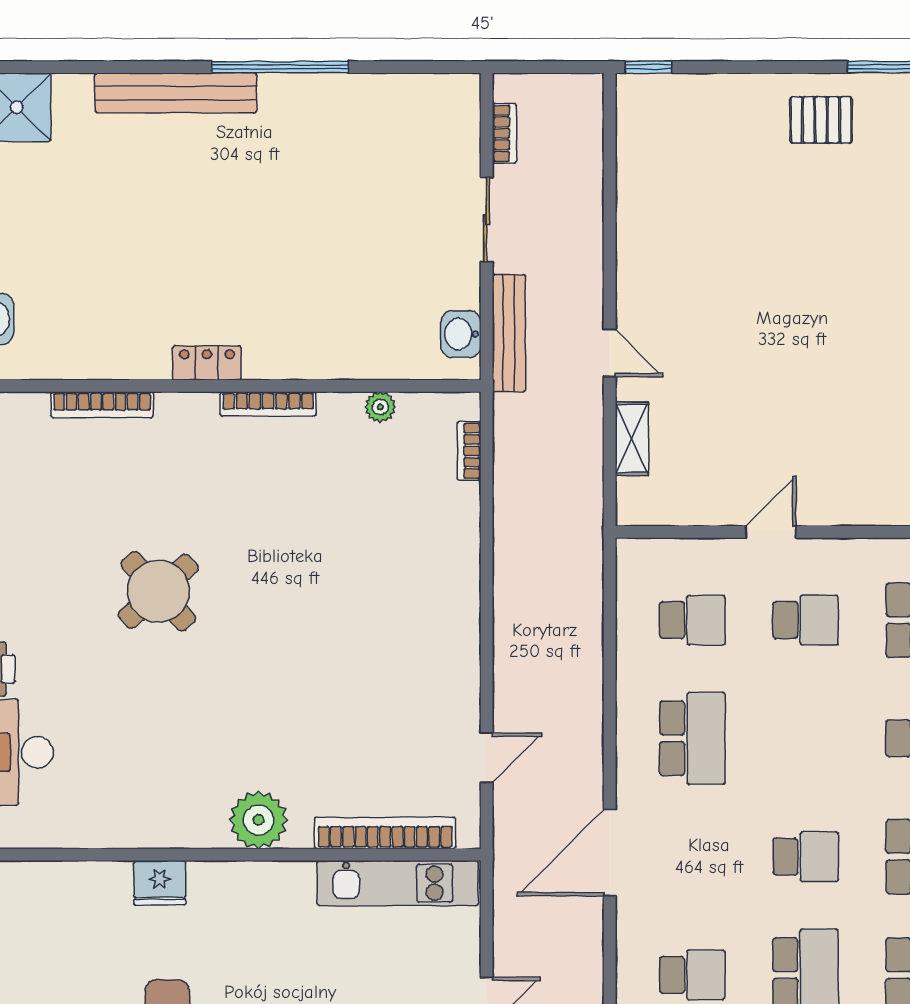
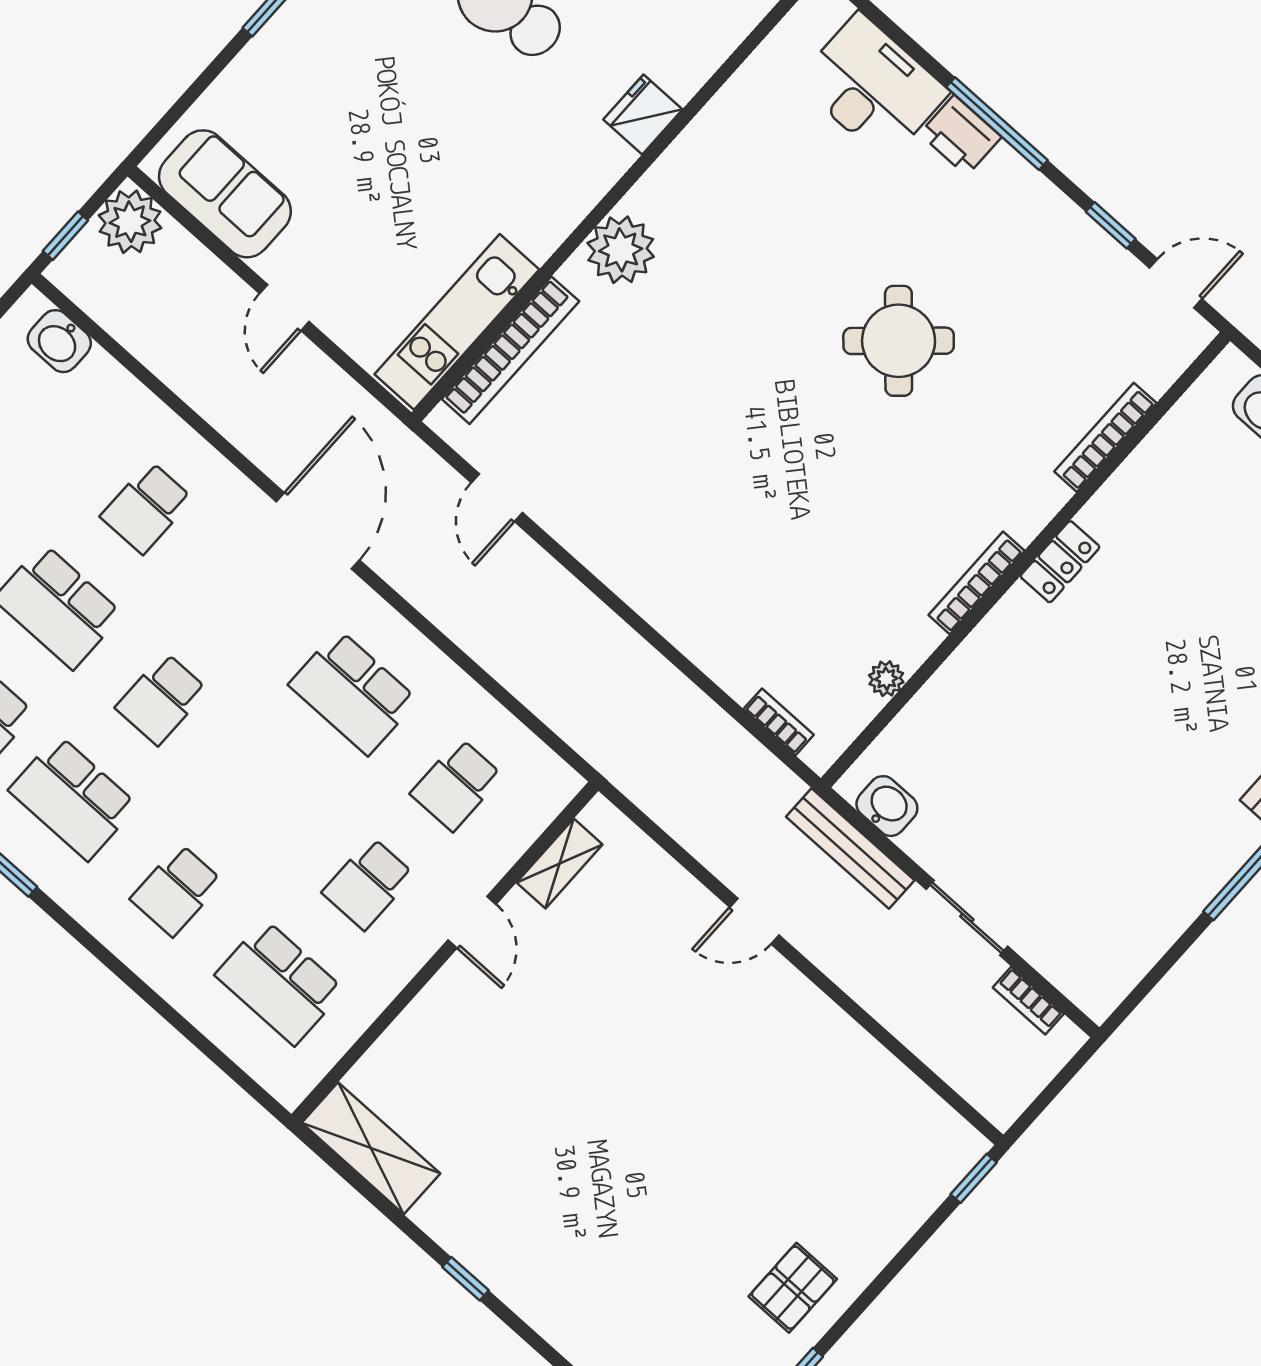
shelving: (632, 439) -> (560, 864), moved, turned 90

